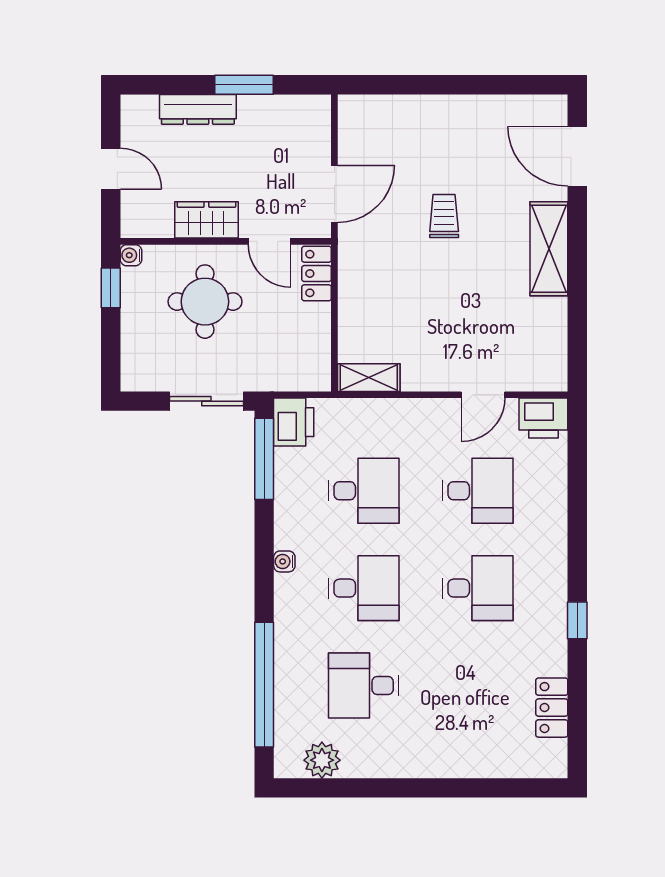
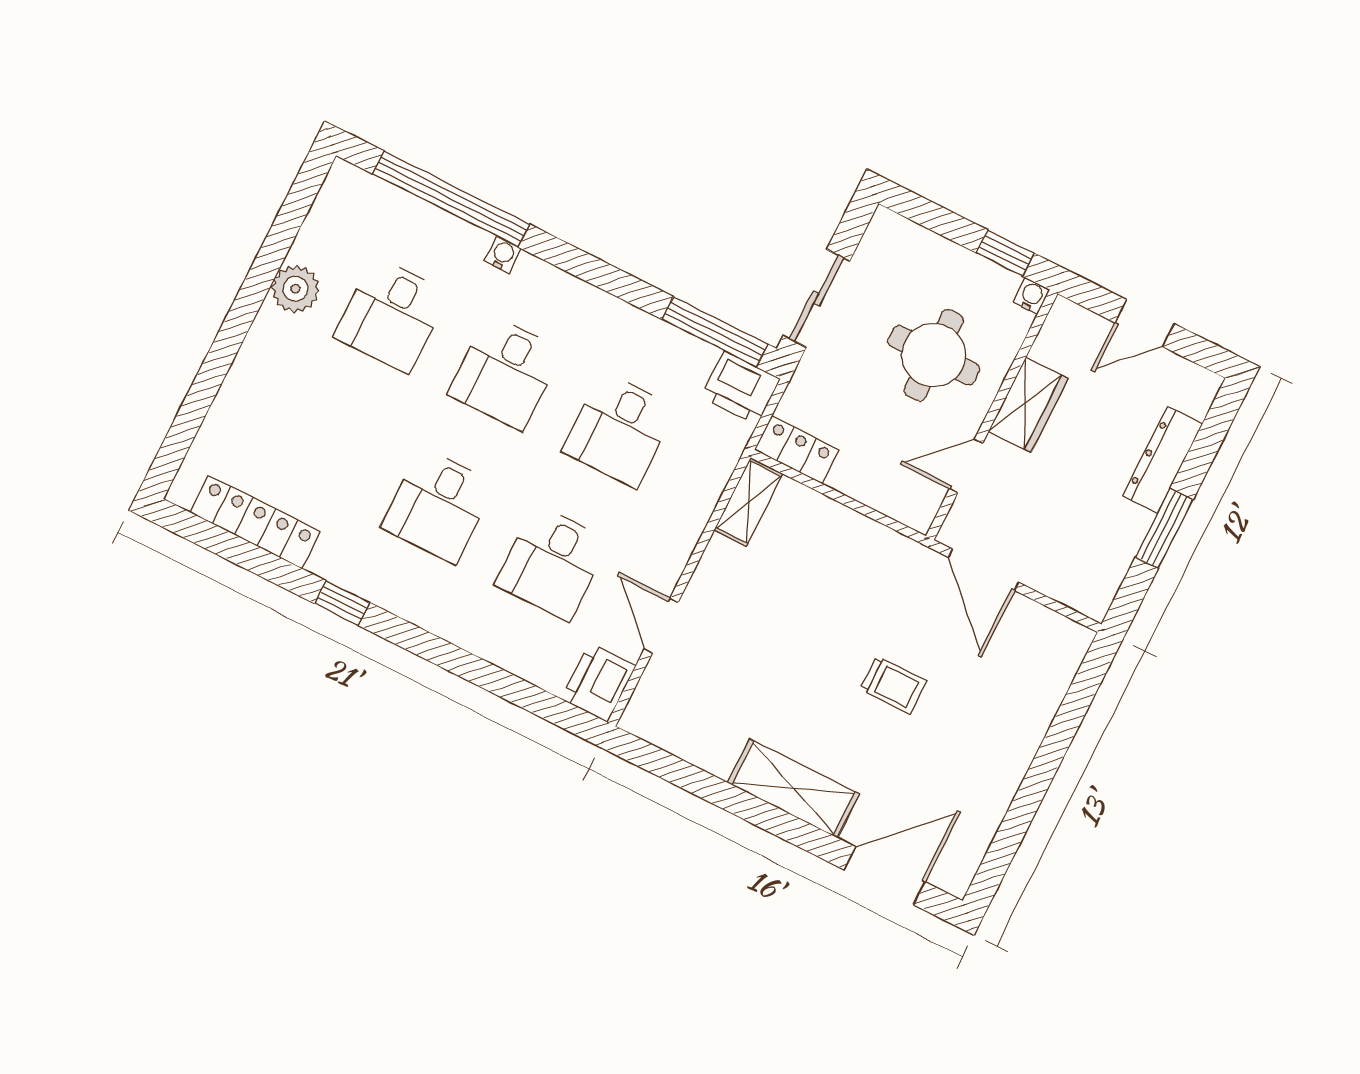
locker: (317, 274) -> (797, 450), moved
water cooler: (284, 561) -> (503, 255), moved
desk: (364, 686) -> (392, 315), turned 180
locker: (552, 708) -> (255, 522), width x1.53
plant: (322, 760) -> (295, 289), moved

